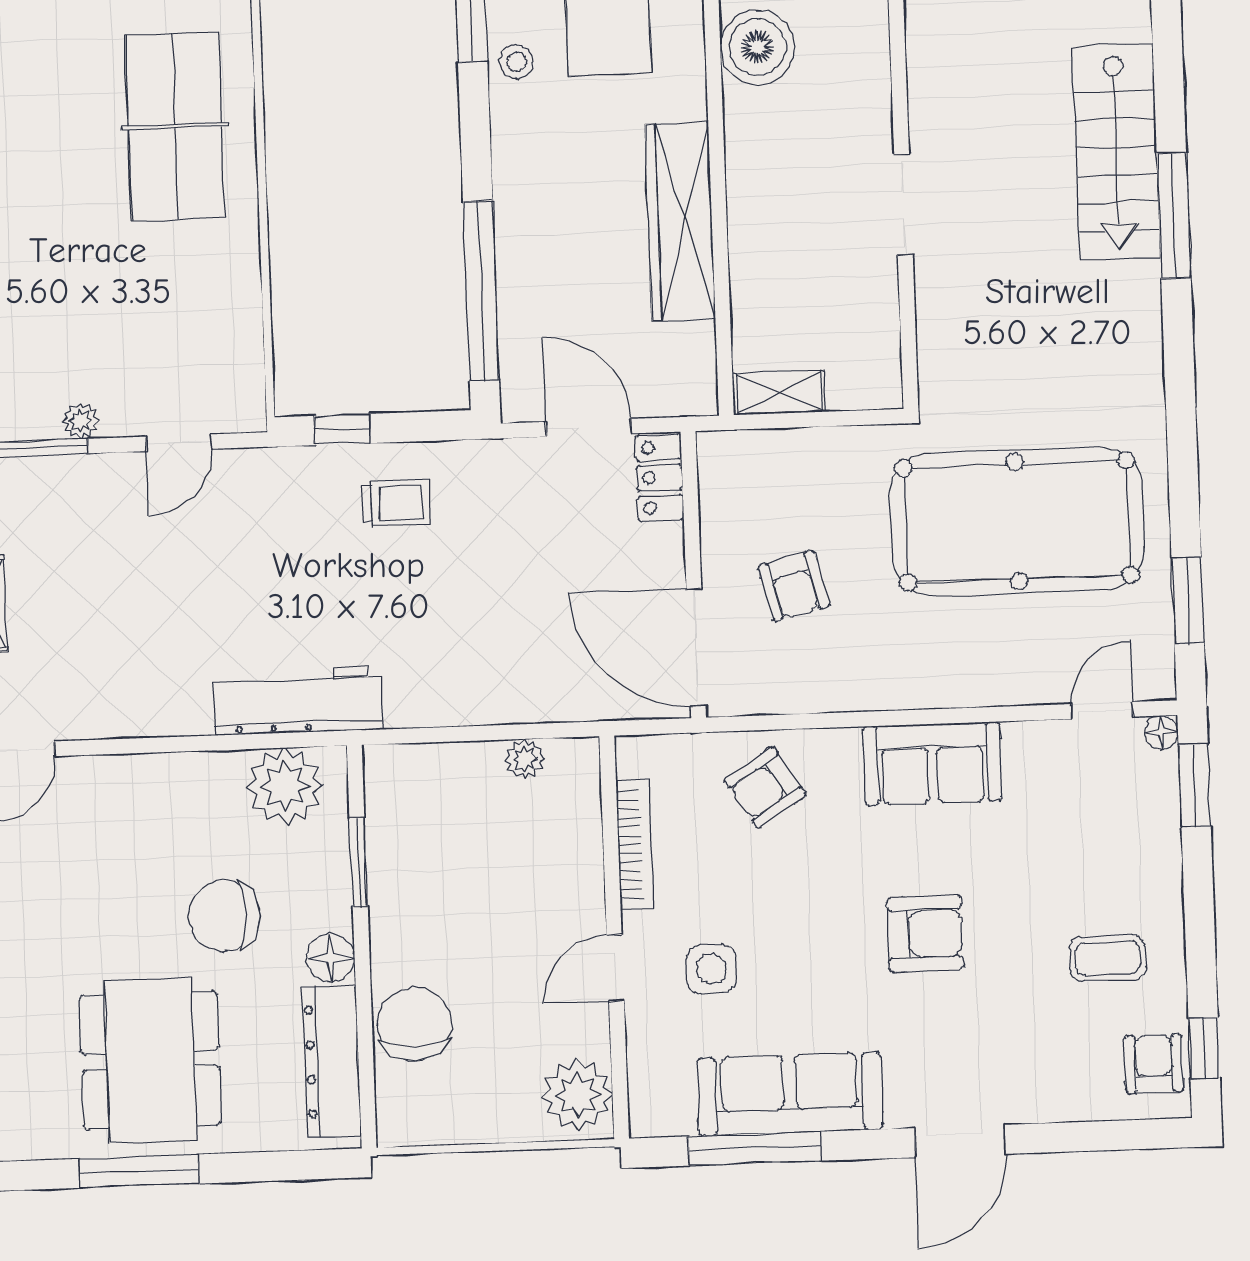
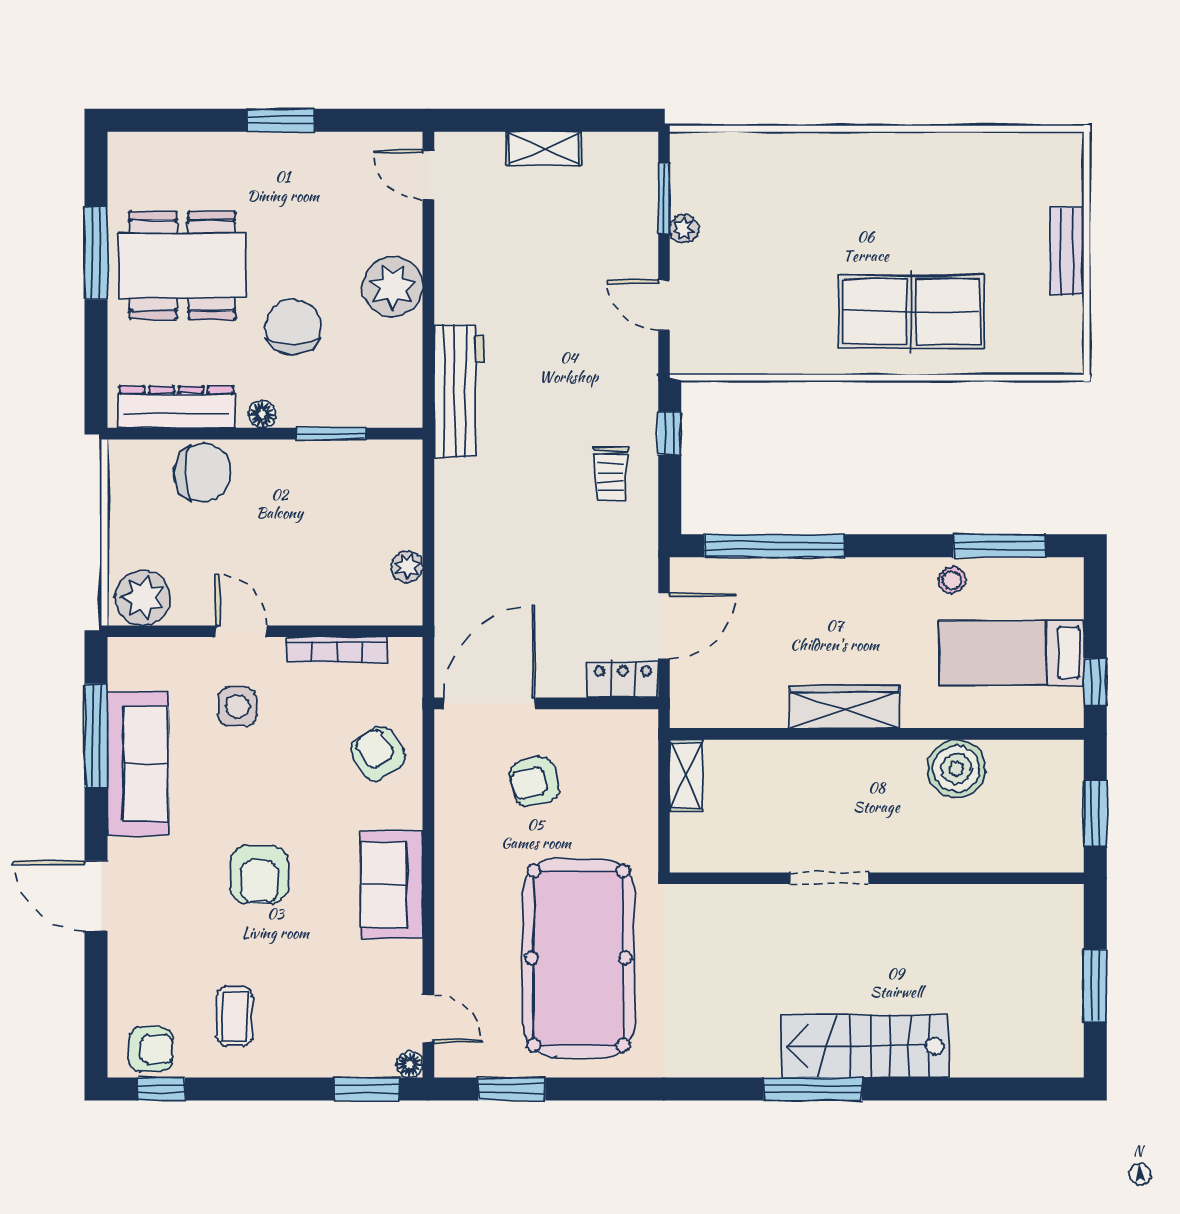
wardrobe: (680, 221) -> (844, 707), width x0.71, depth x0.85
plant: (285, 786) -> (393, 287), moved
floor lamp: (331, 958) -> (262, 414), width x0.73, depth x0.73

